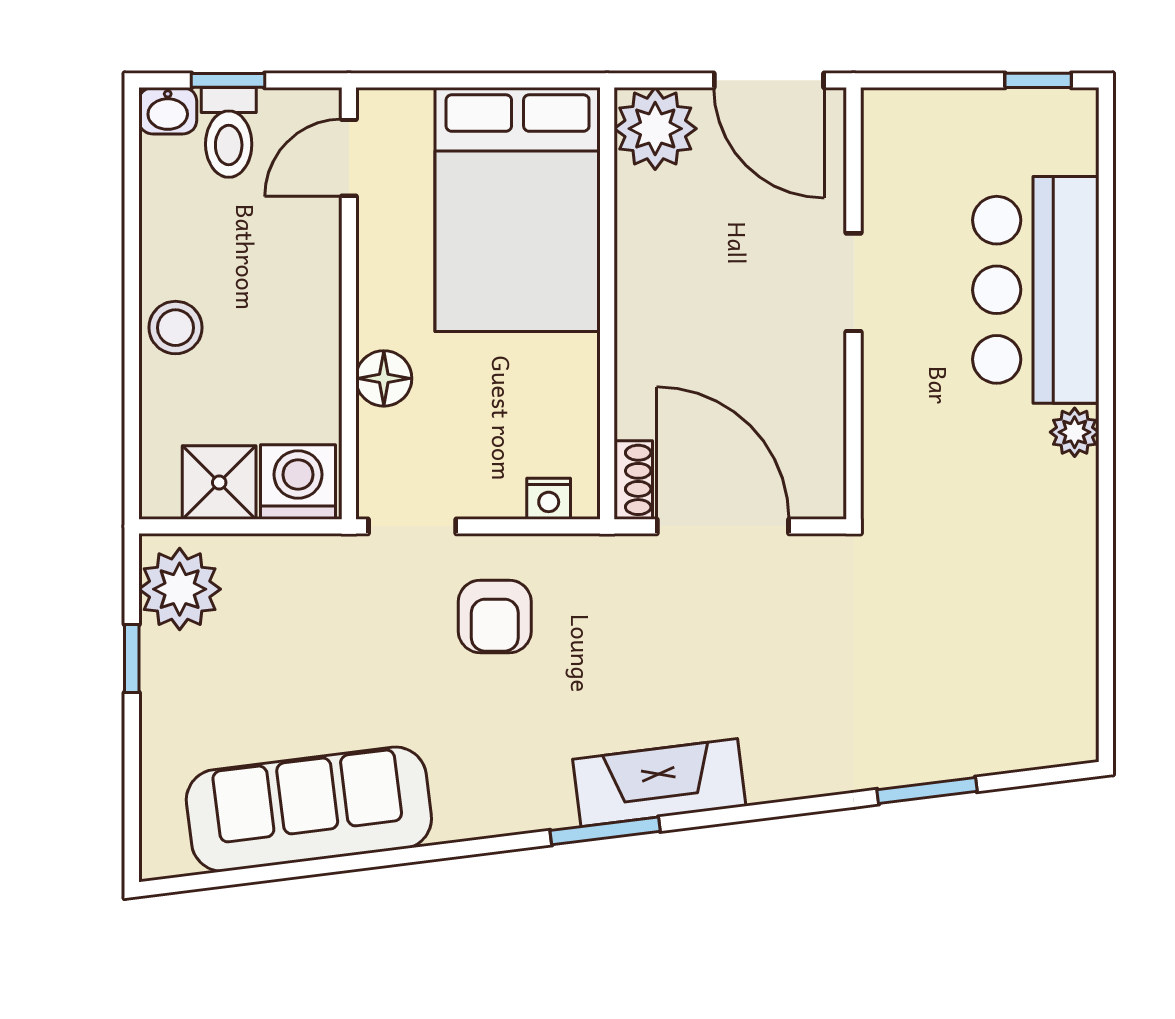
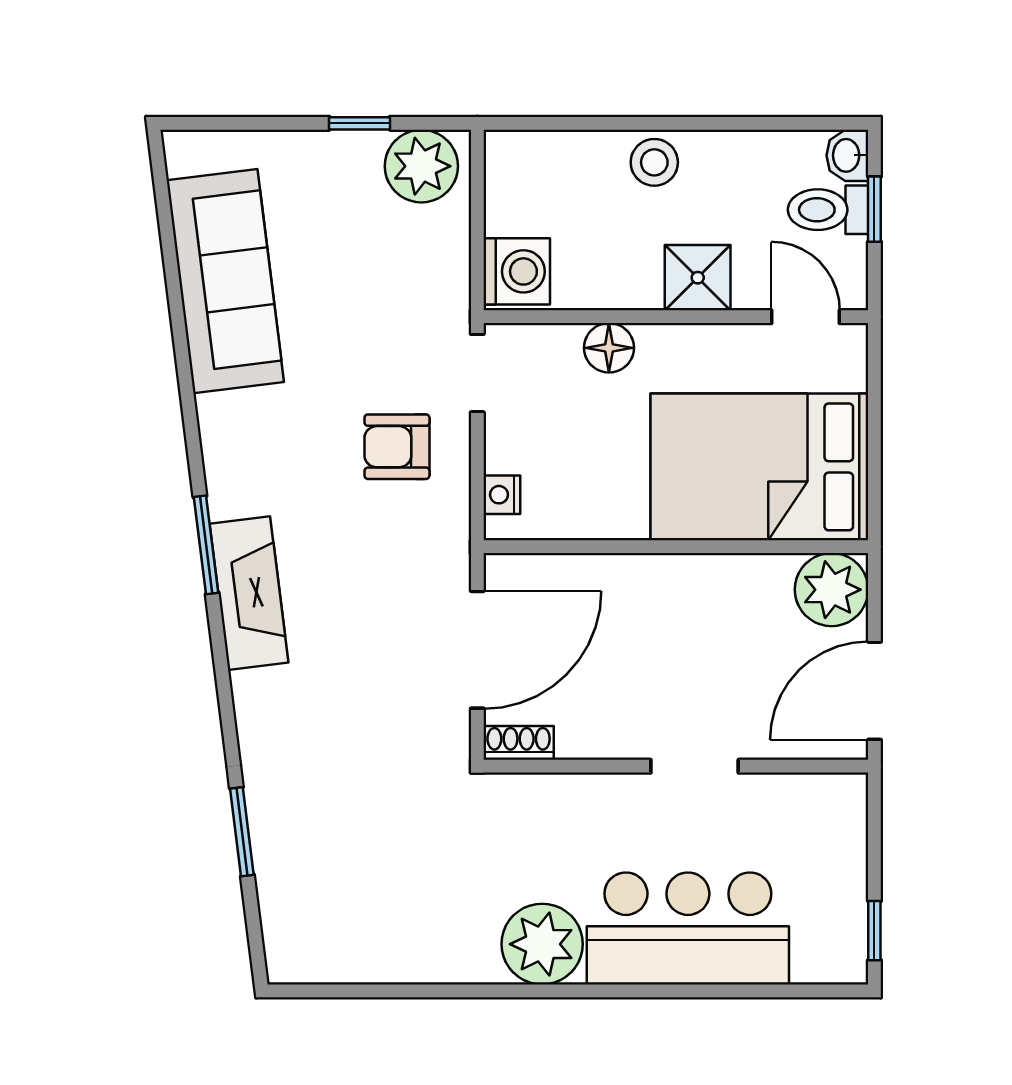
plant: (1075, 432) -> (542, 944), width x1.87, depth x1.87
shoe rack: (633, 480) -> (519, 743), moved, turned 180
shower: (219, 482) -> (698, 278), moved

